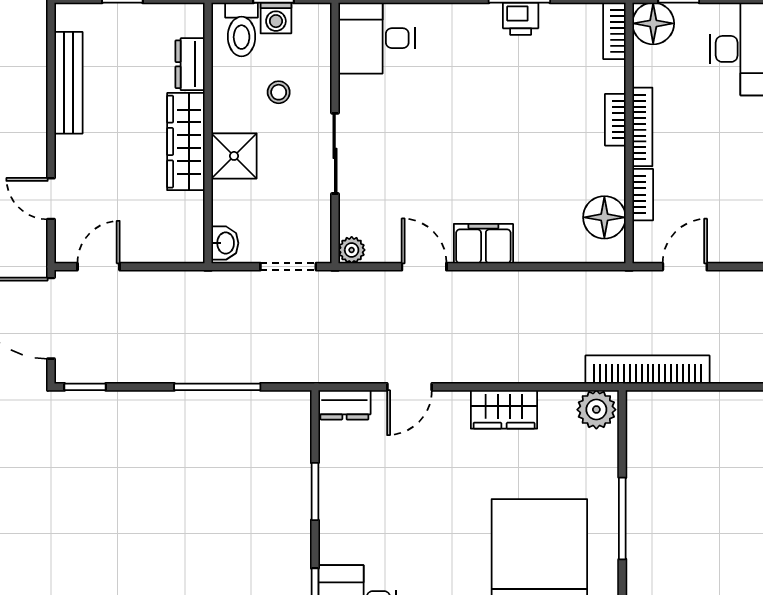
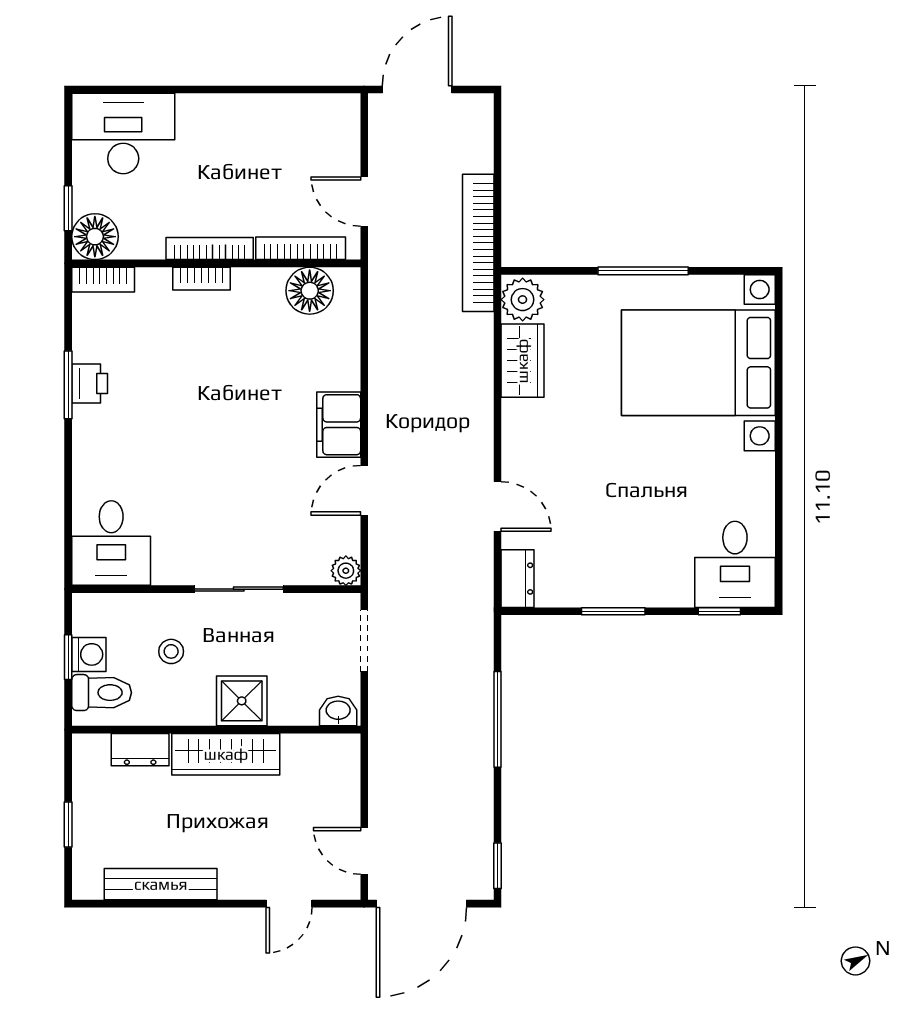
bookcase: (643, 195) -> (301, 248), width x1.56
wardrobe: (504, 409) -> (522, 361), moved

